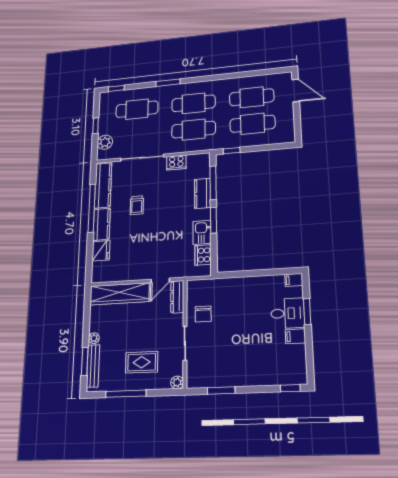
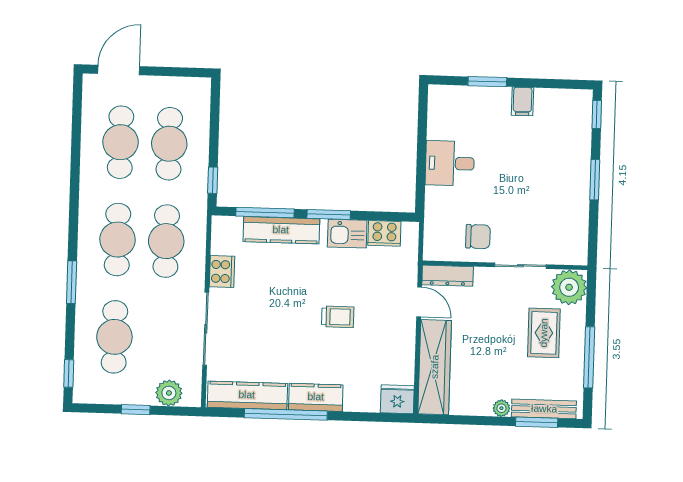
kitchen counter: (203, 193) -> (281, 230), width x1.50
trolley: (137, 205) -> (338, 317), moved
fridge: (101, 251) -> (397, 399), moved
filing cabinet: (294, 280) -> (437, 97), removed
desk: (288, 313) -> (450, 163), moved, turned -90
plant: (177, 382) -> (569, 287), width x1.88, depth x1.88
window: (221, 391) -> (595, 180), moved

